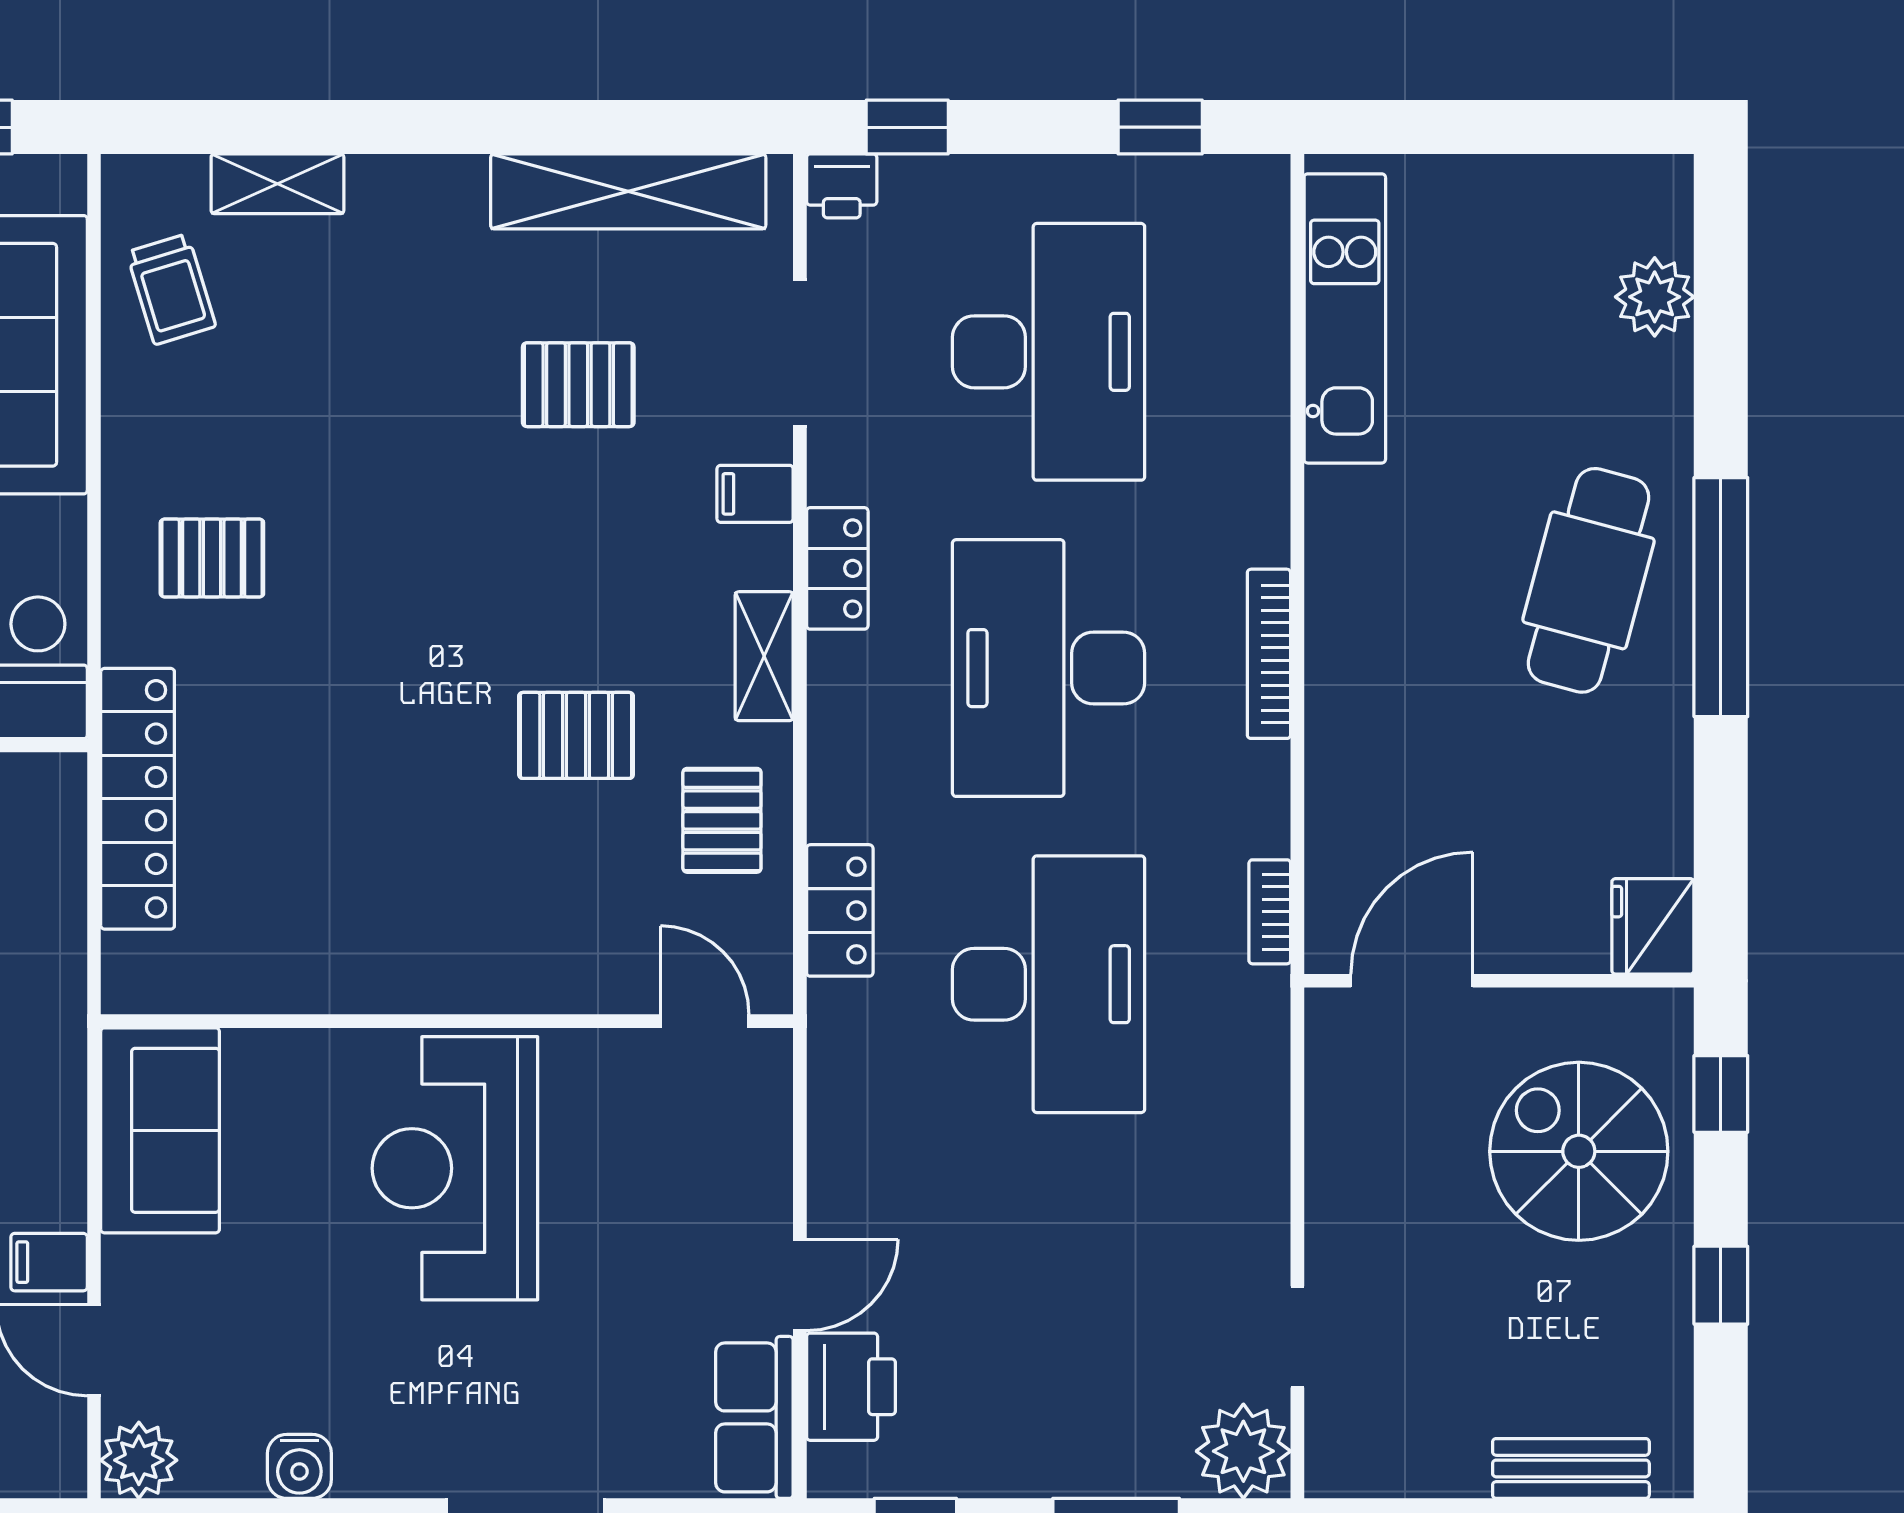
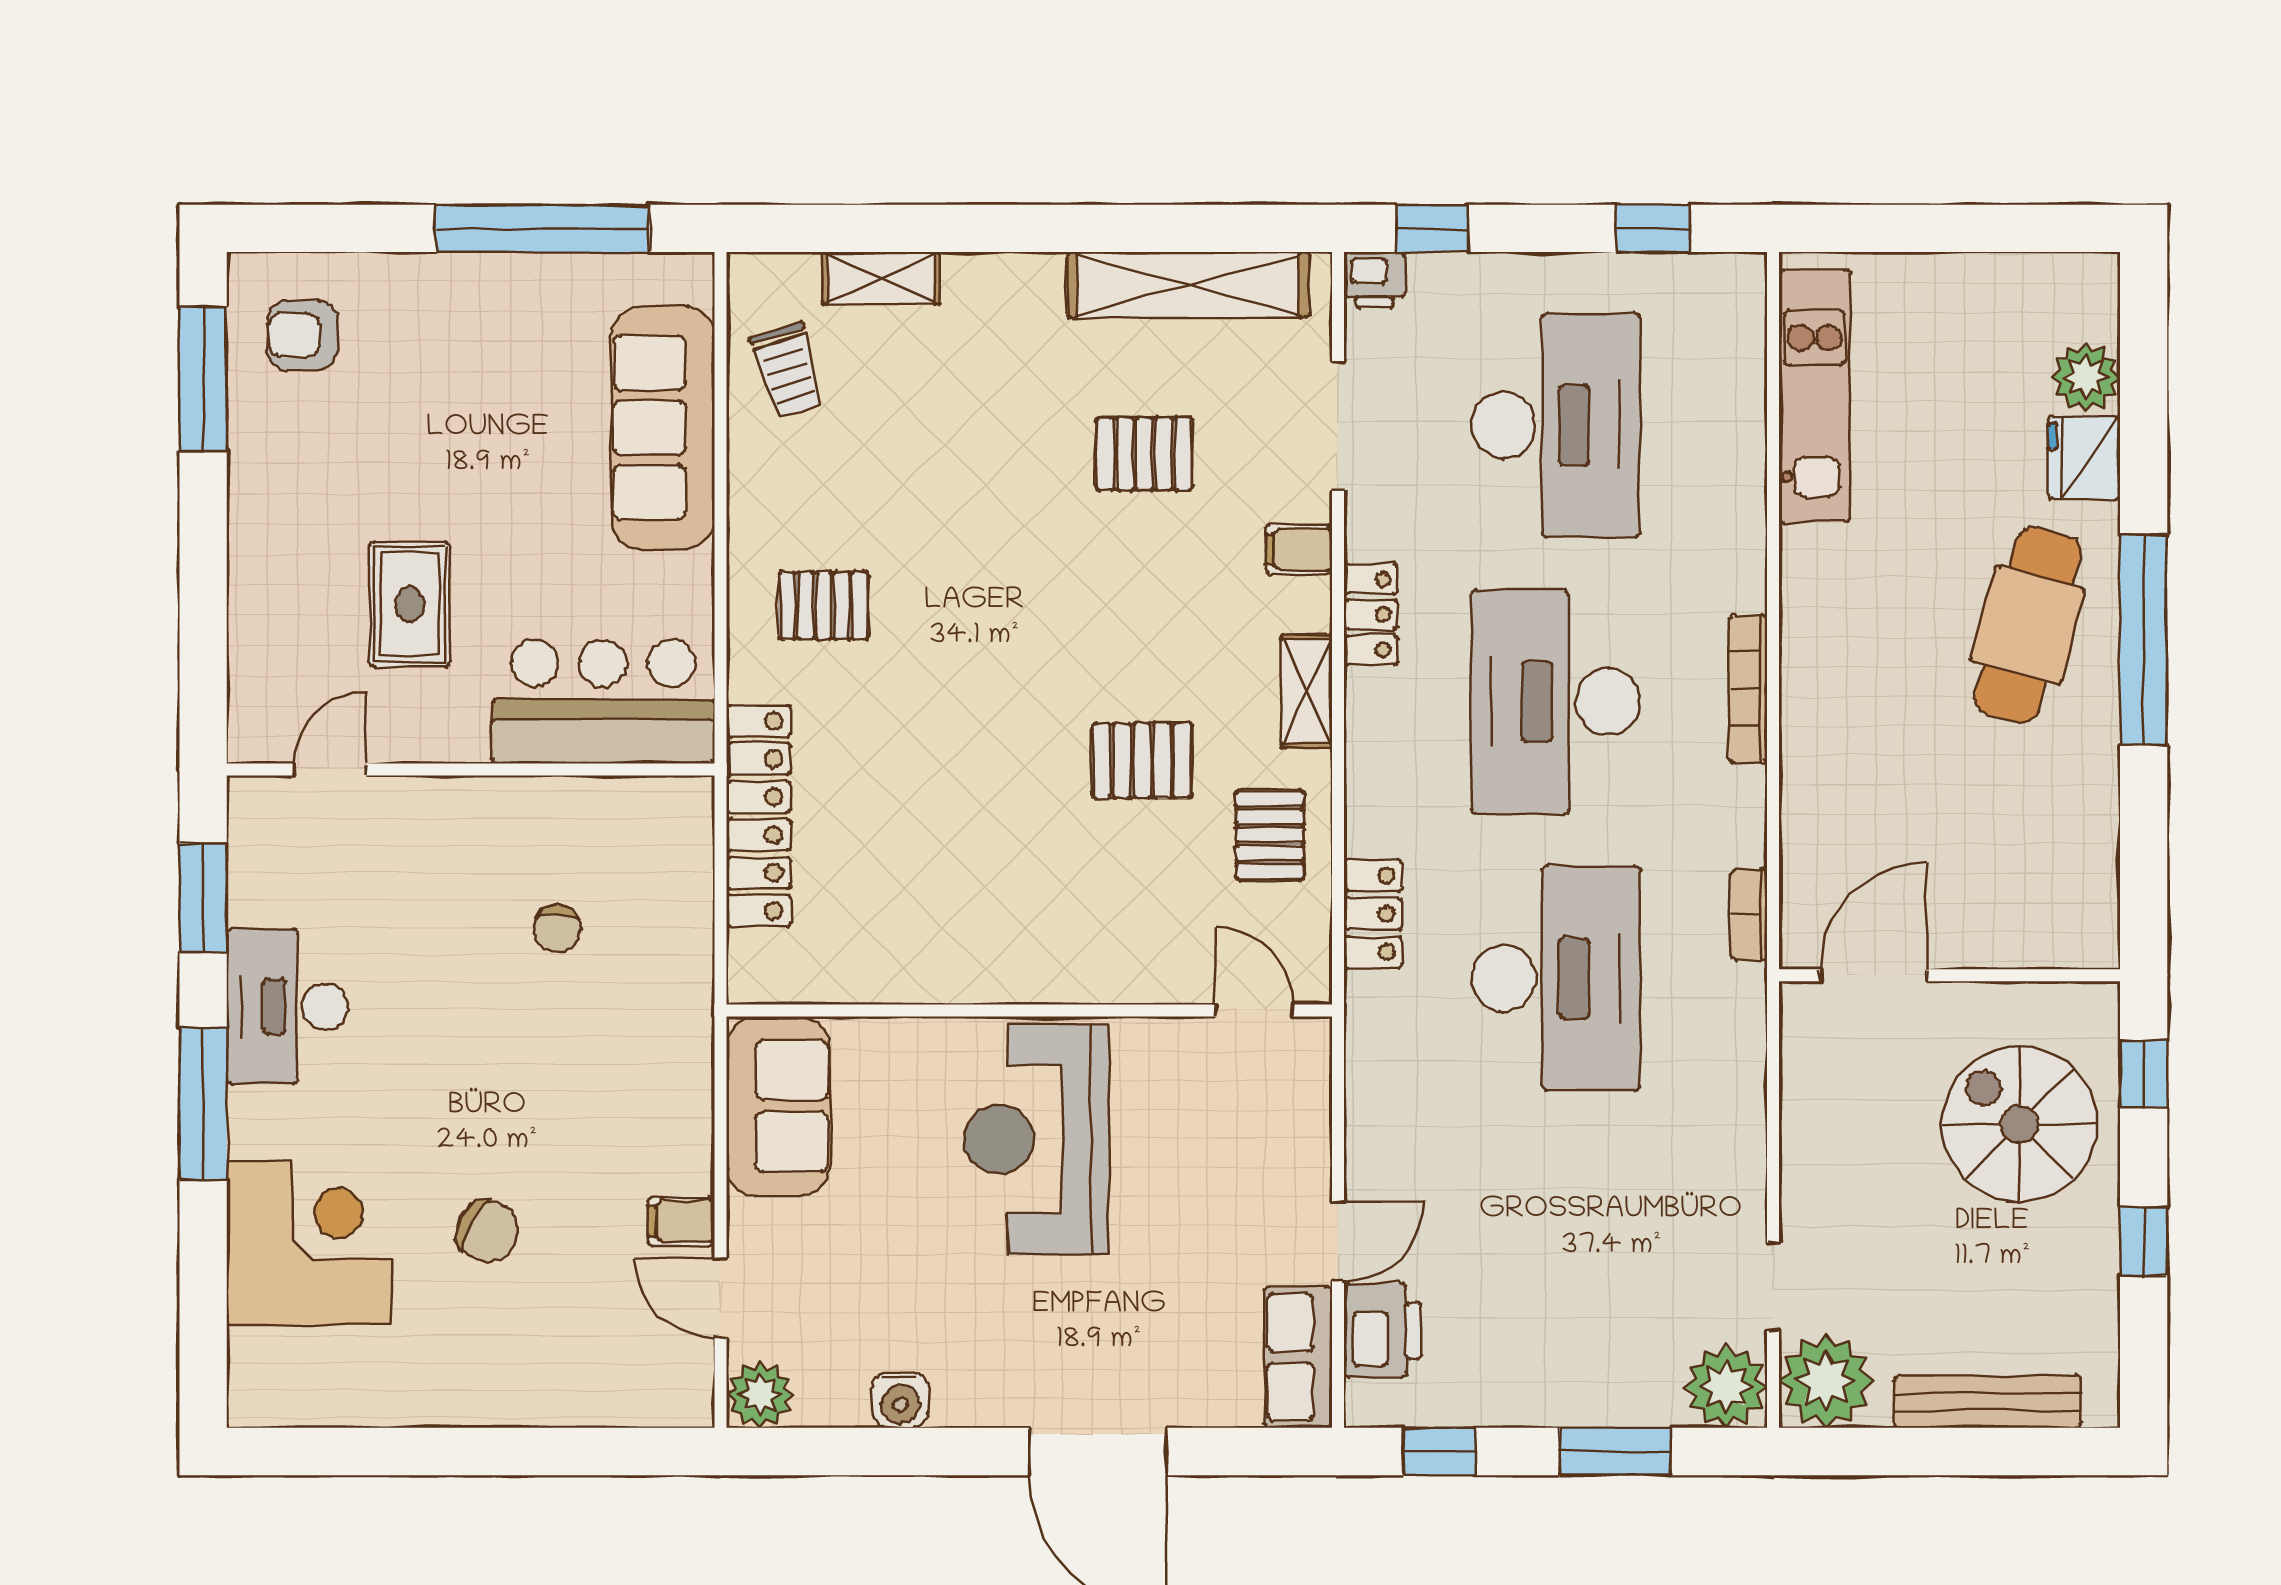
fridge: (1653, 926) -> (2084, 458), moved
plant: (1358, 1445) -> (1826, 1381), added
bench: (1571, 1468) -> (1987, 1402), width x1.36

